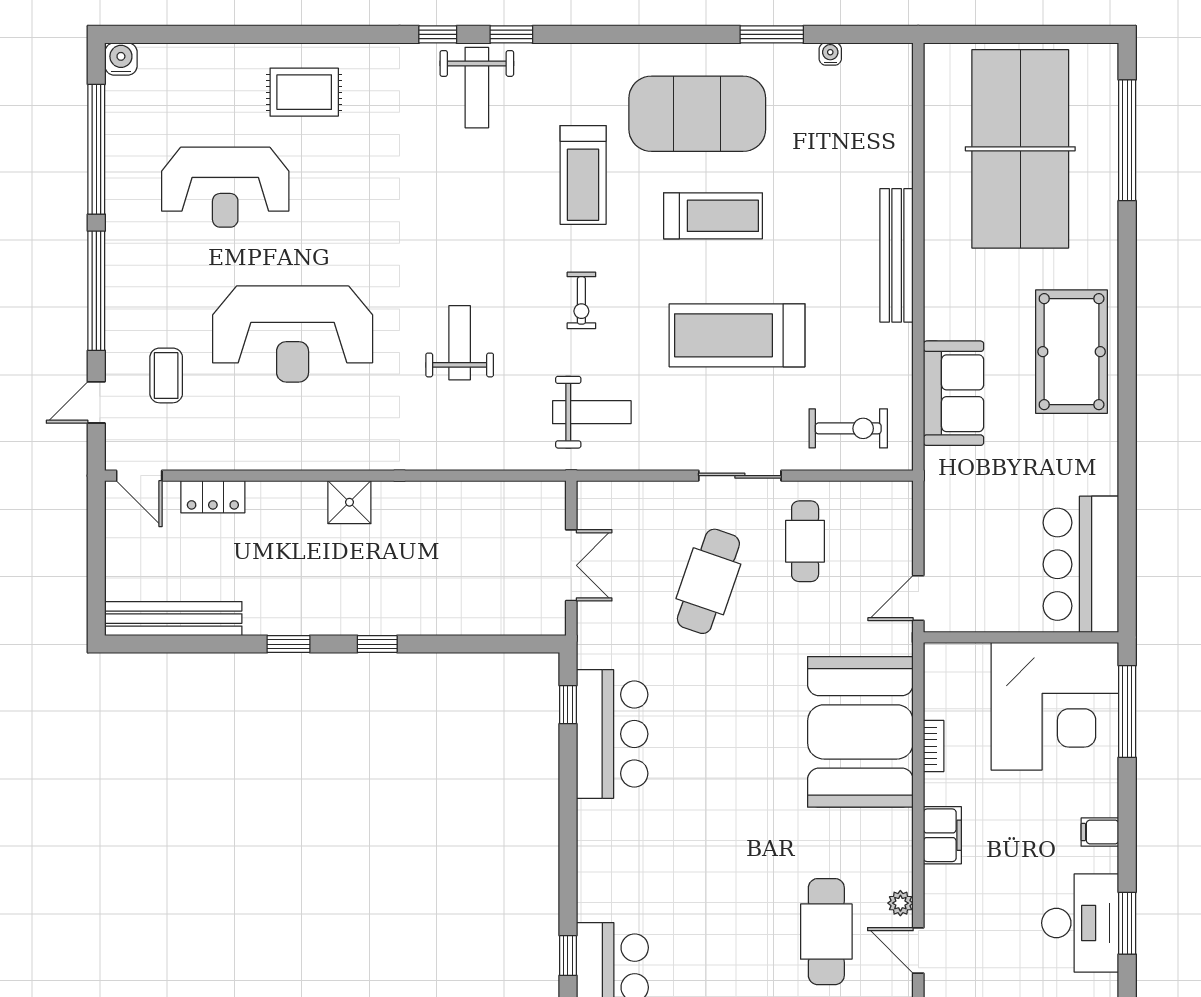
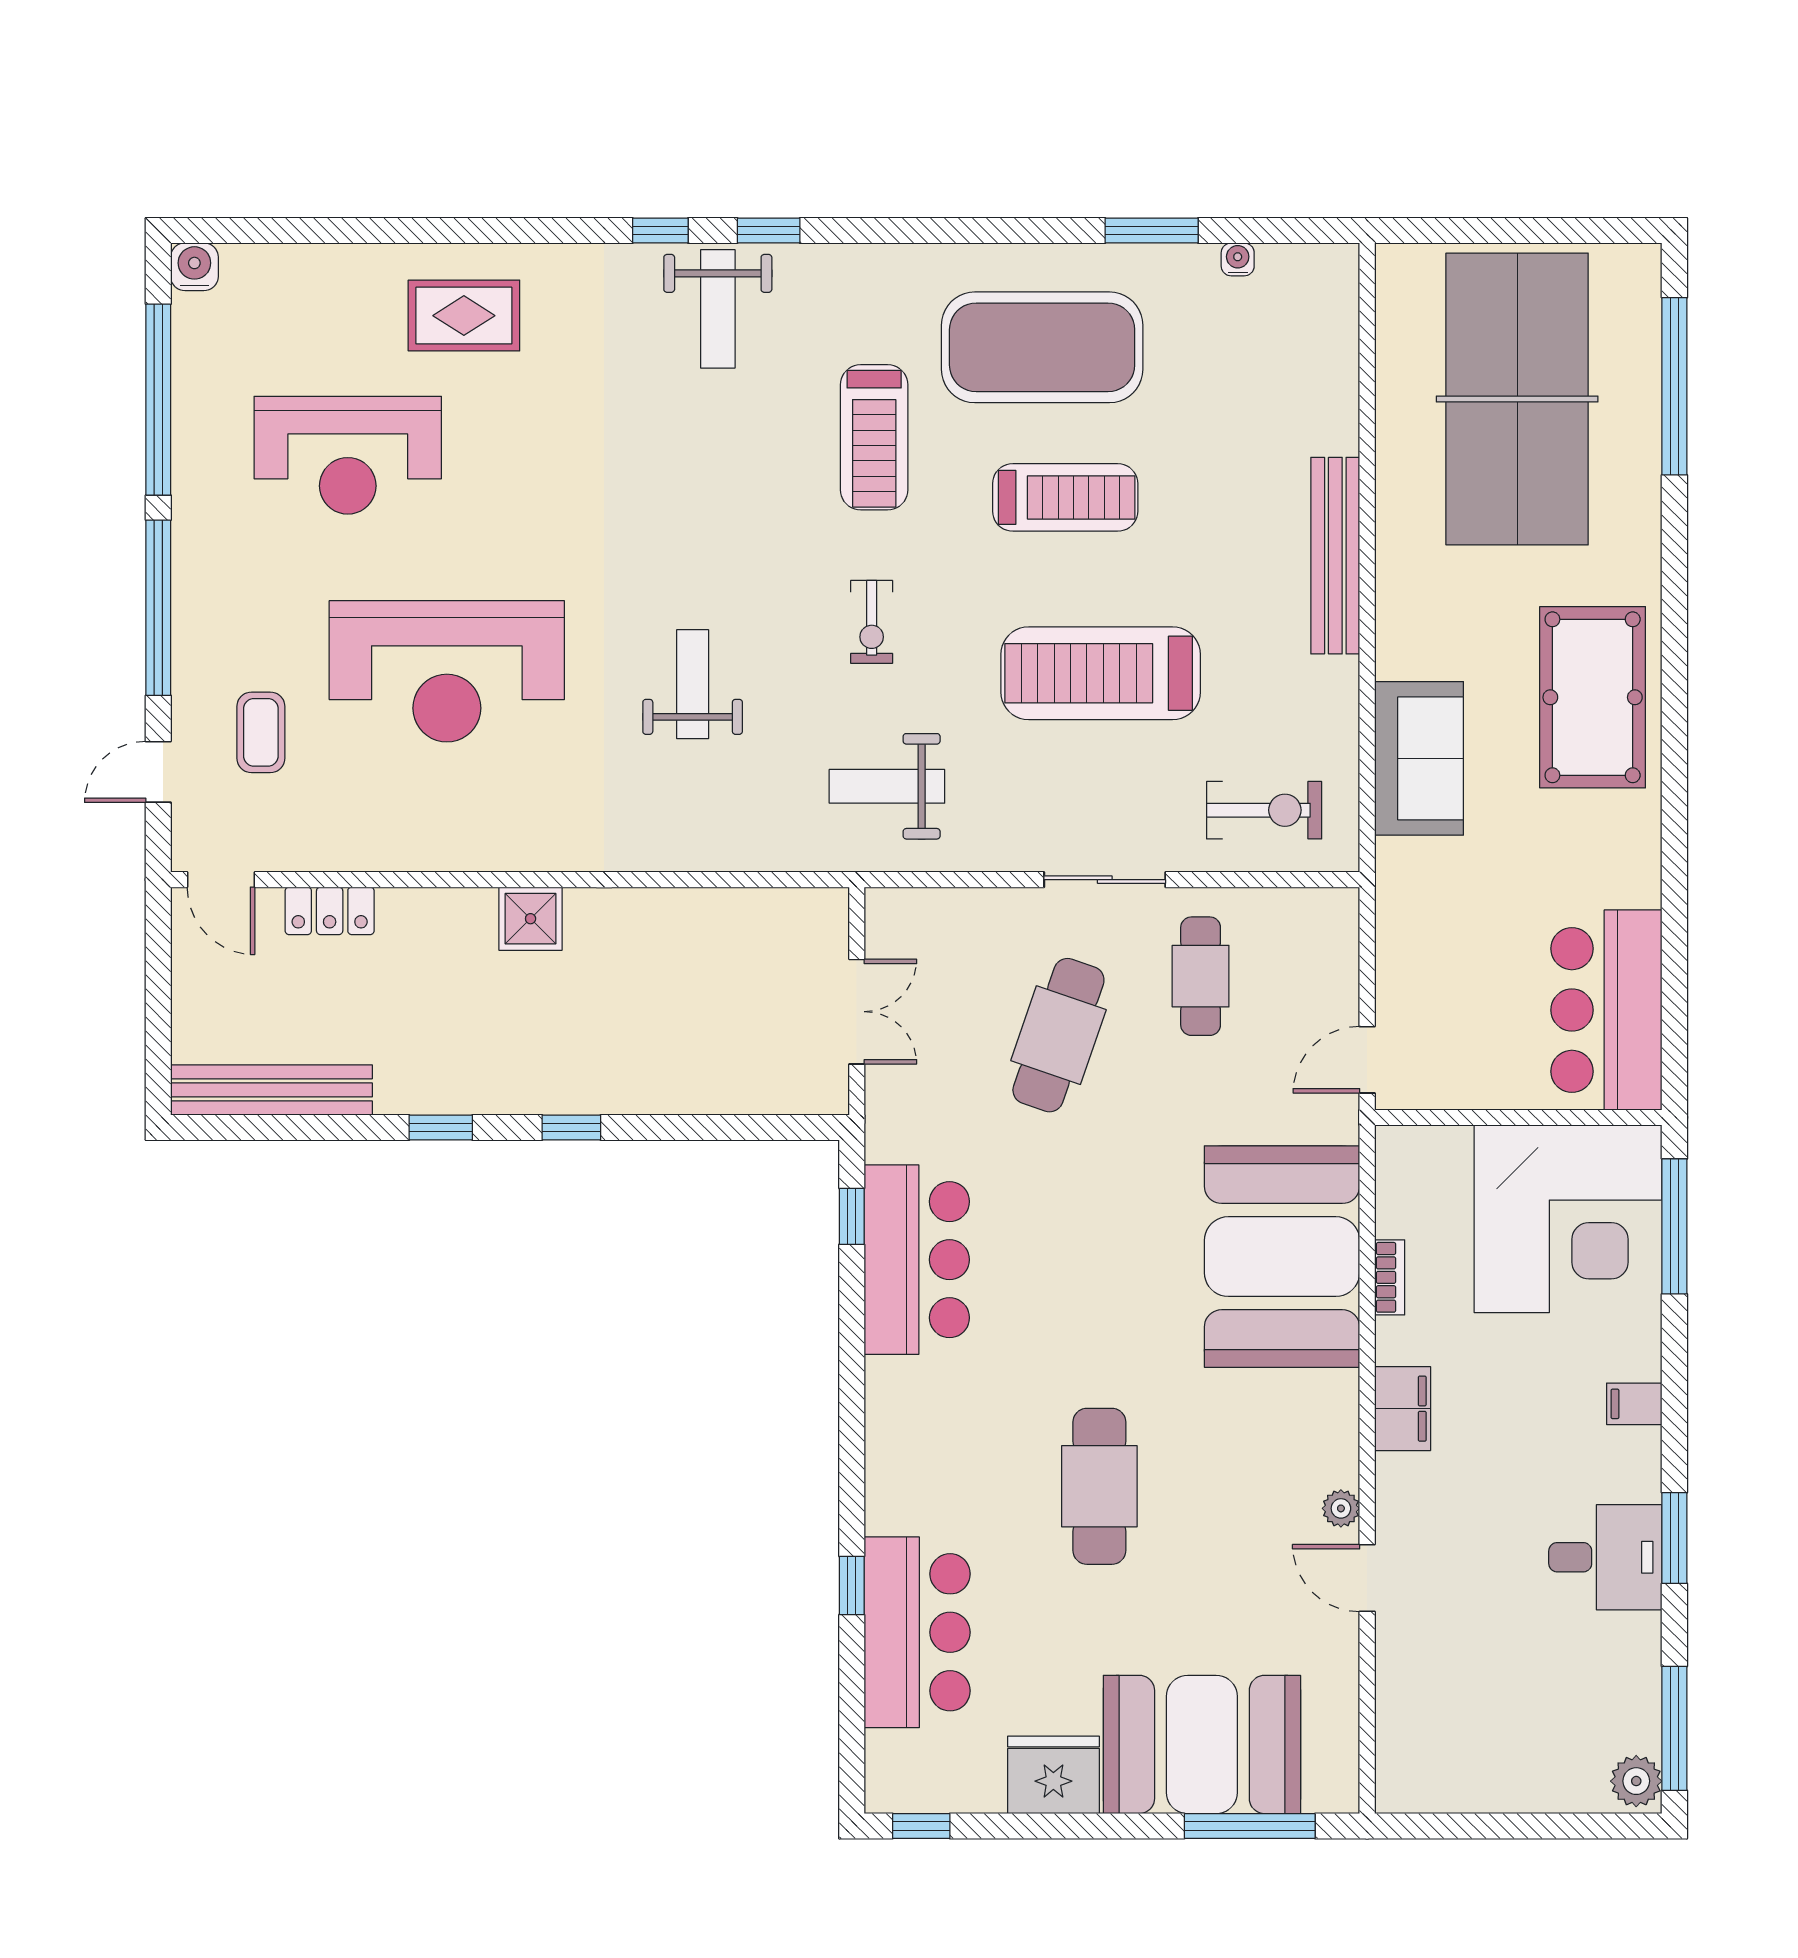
weight bench: (592, 412) -> (887, 786), turned 180
desk: (1080, 923) -> (1605, 1557), width x0.73
cafe table: (826, 932) -> (1099, 1486), moved

